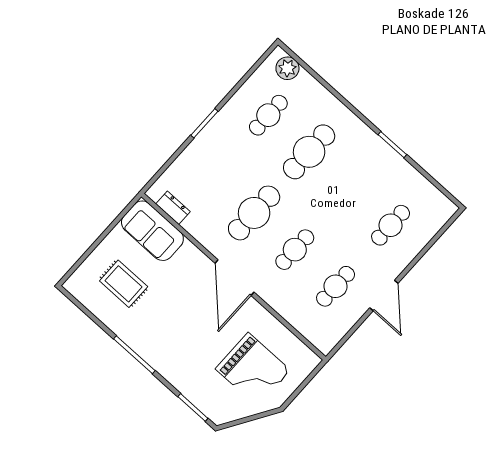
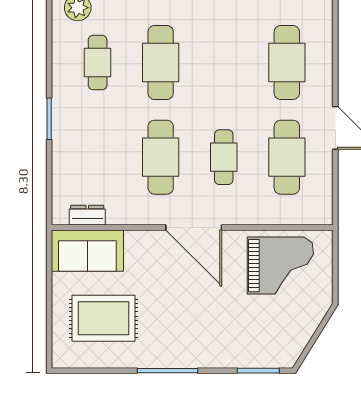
cafe table: (391, 225) -> (287, 63), width x1.37, depth x1.35
rug: (124, 284) -> (104, 318), width x1.36, depth x1.43
cafe table: (336, 286) -> (287, 157), width x1.37, depth x1.35
grand piano: (253, 370) -> (280, 266), moved

